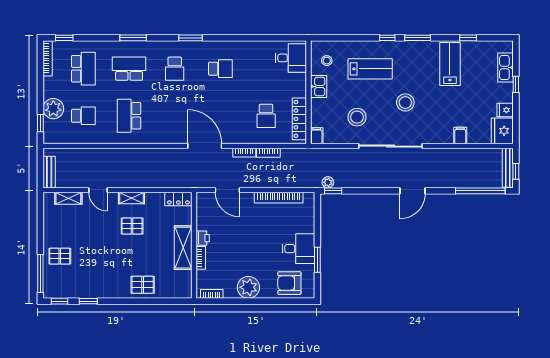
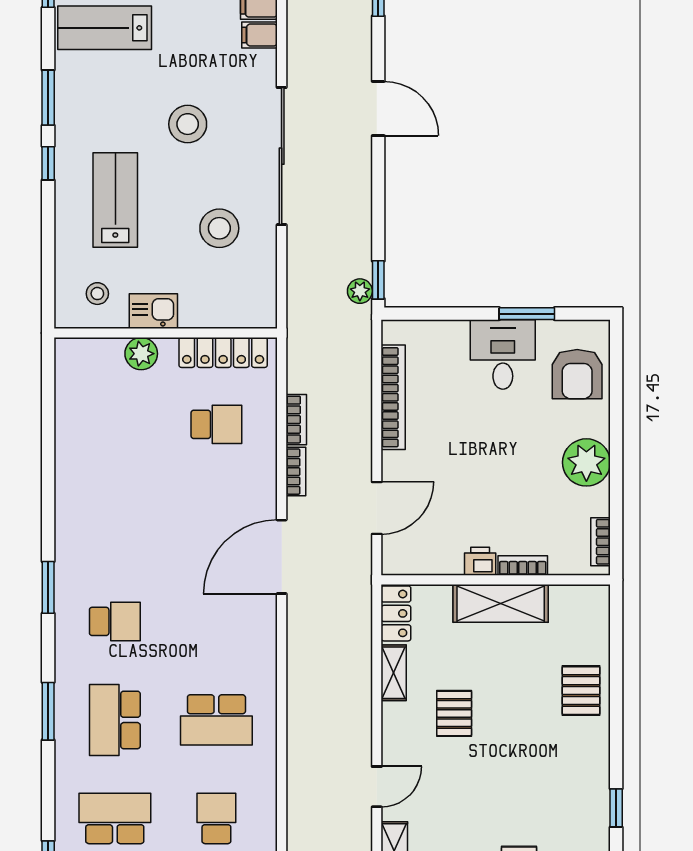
desk: (291, 58) -> (92, 371), removed
school desk: (220, 69) -> (115, 523), removed
plant: (299, 81) -> (141, 354), added
filing cabinet: (317, 136) -> (260, 35), moved
shelving: (132, 198) -> (394, 673), moved

